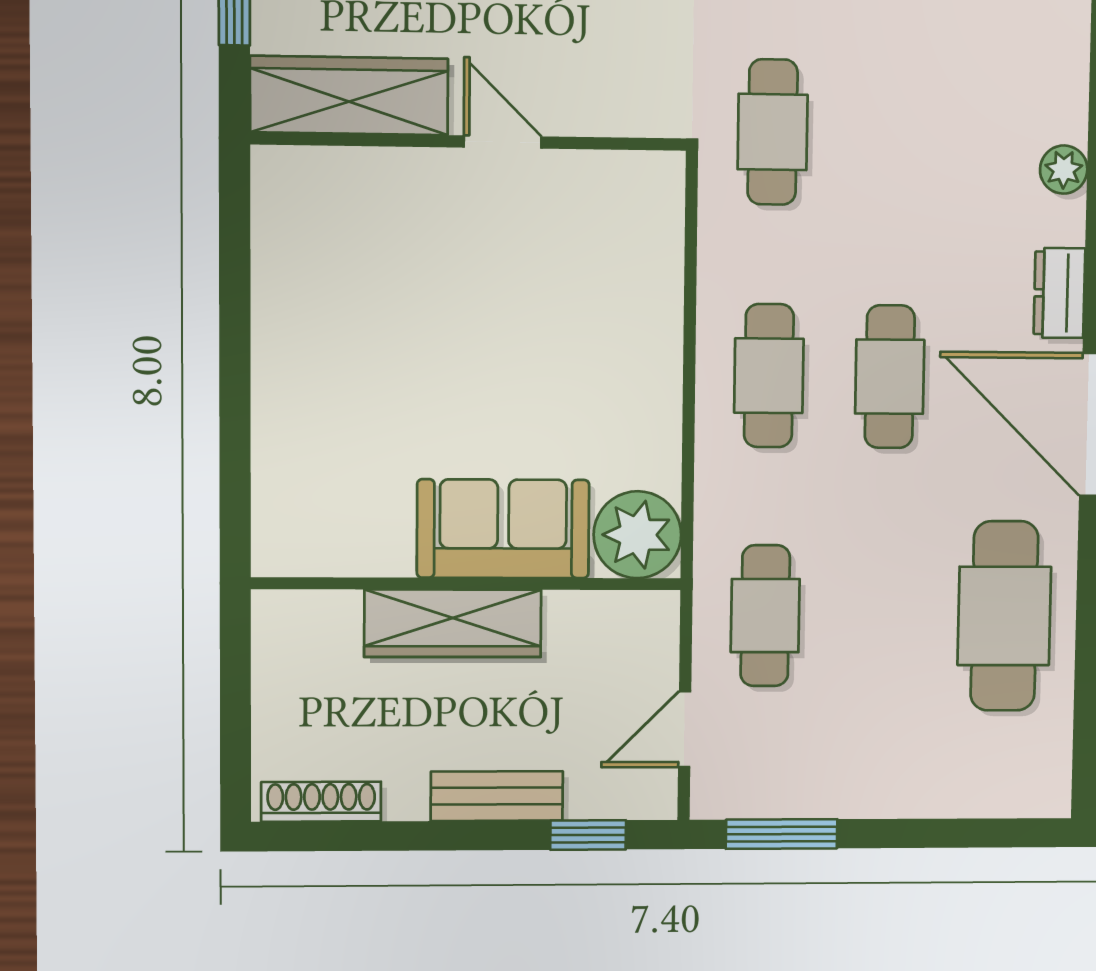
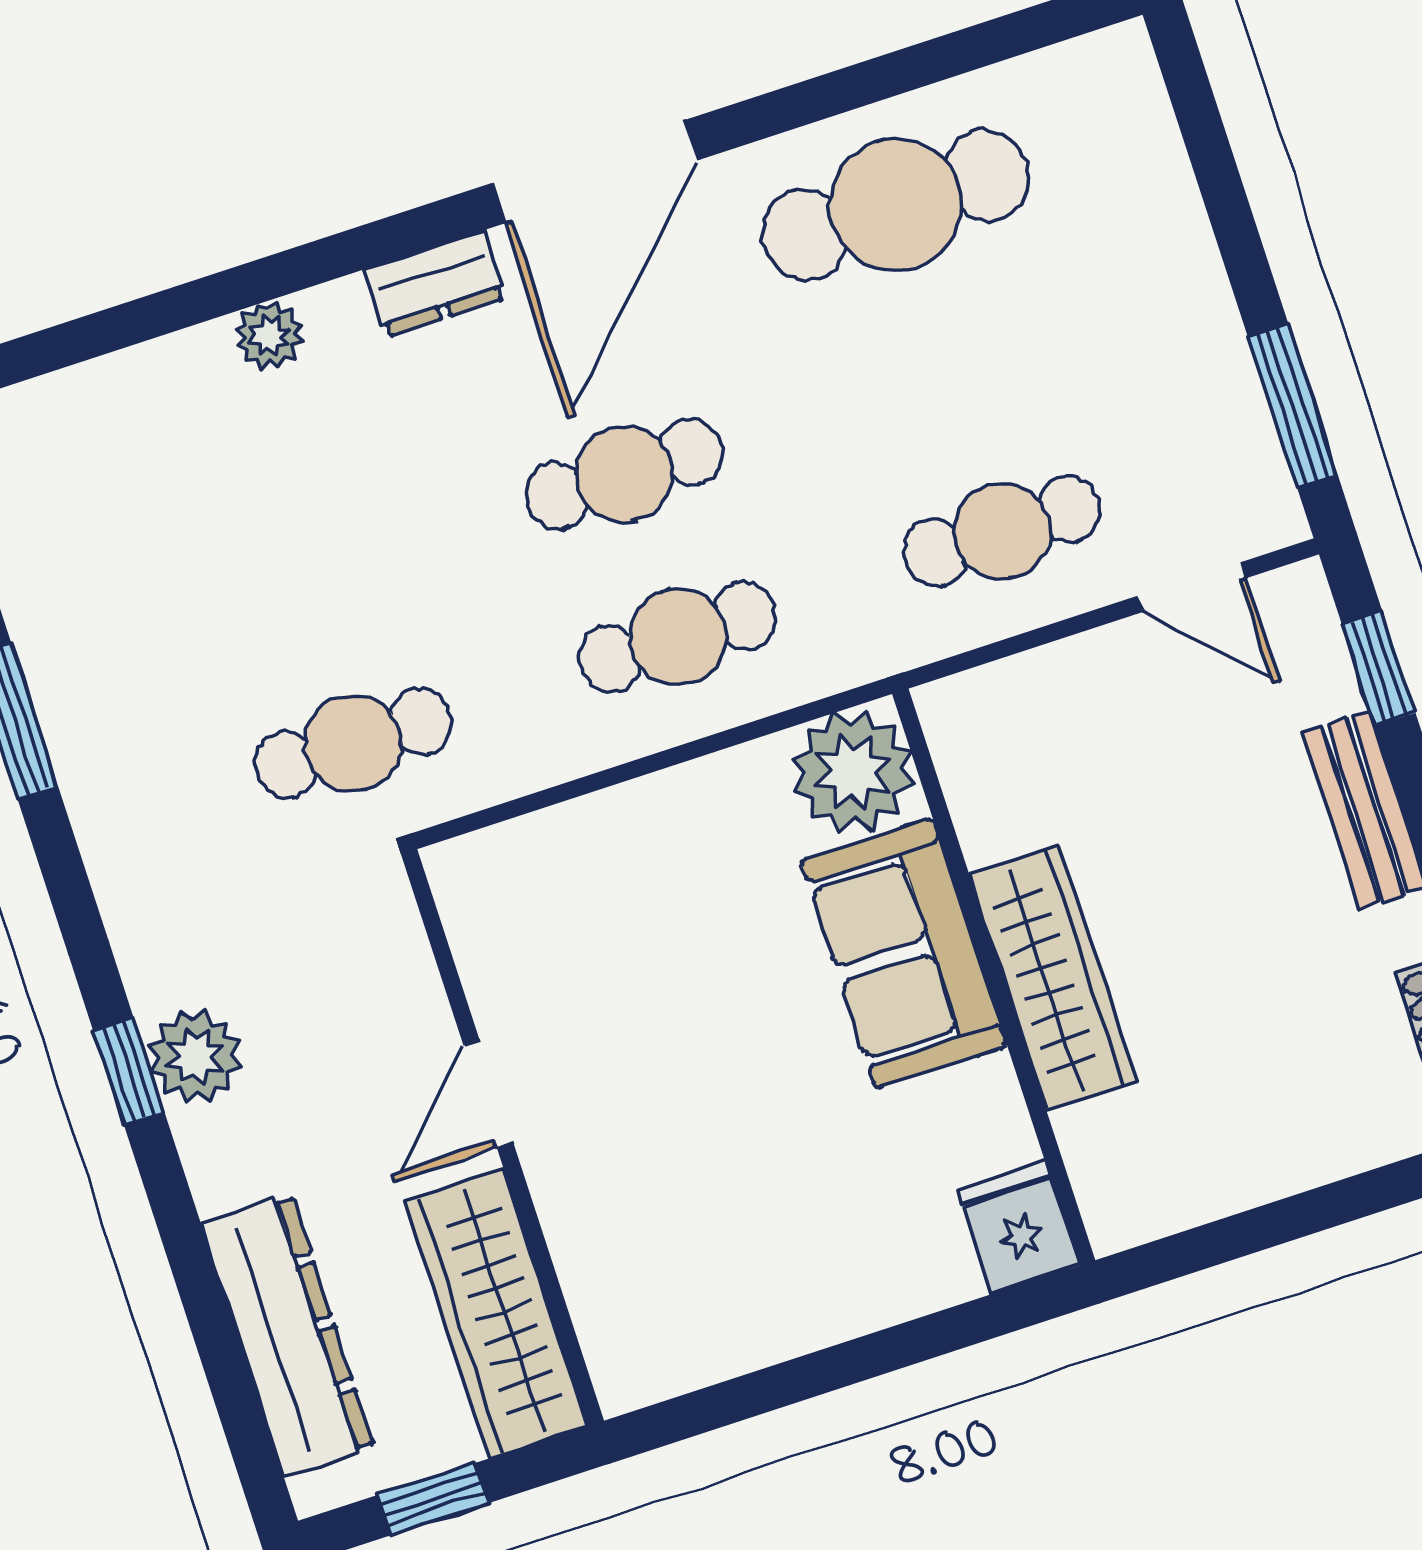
fridge: (290, 472) -> (1018, 1228), added
sofa: (503, 529) -> (904, 953), moved
plant: (637, 535) -> (853, 772), moved
wall: (467, 584) -> (994, 977), moved
wardrobe: (453, 623) -> (1053, 978), moved

